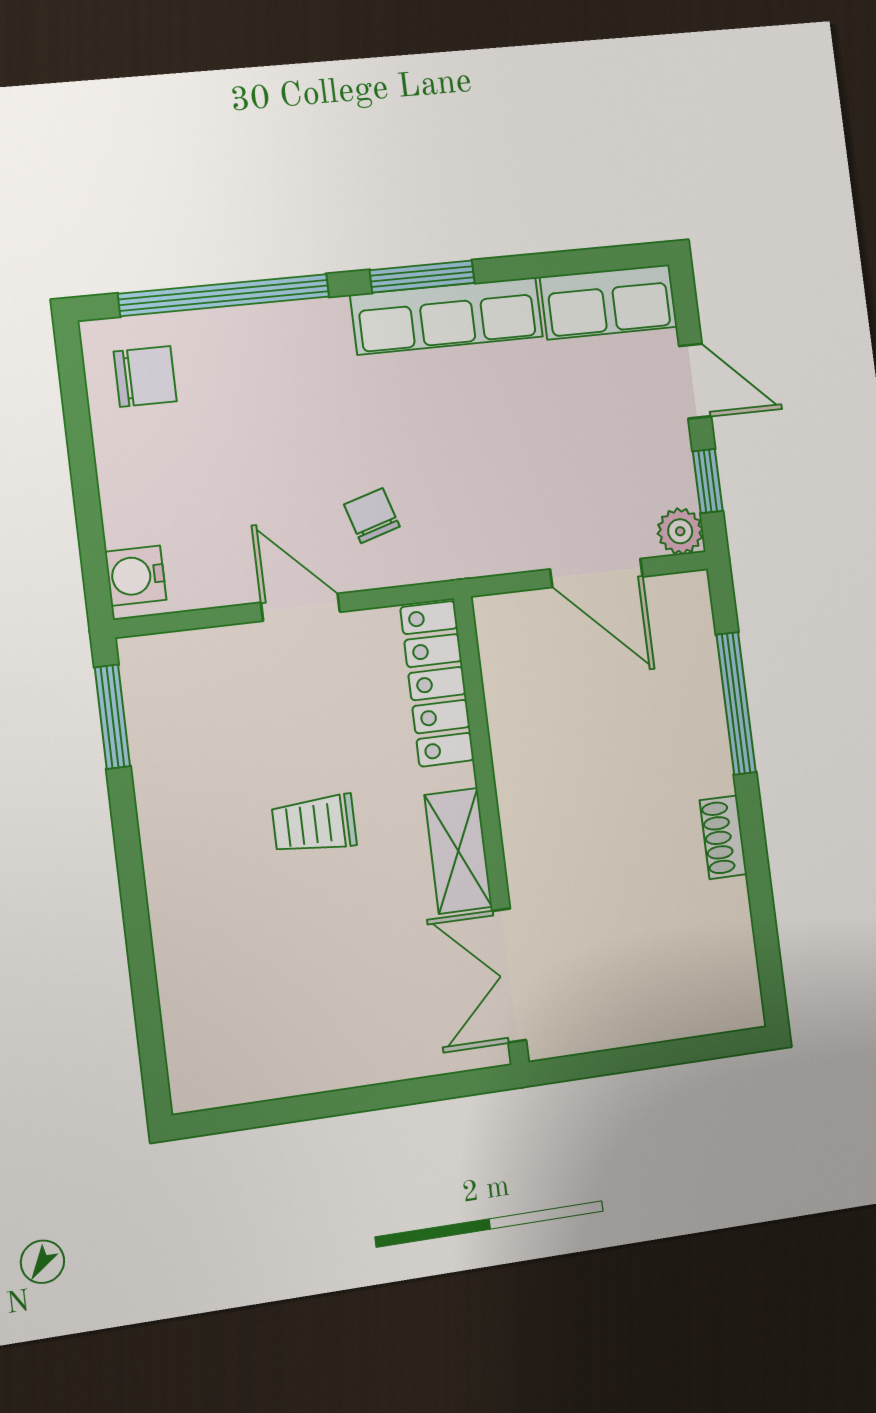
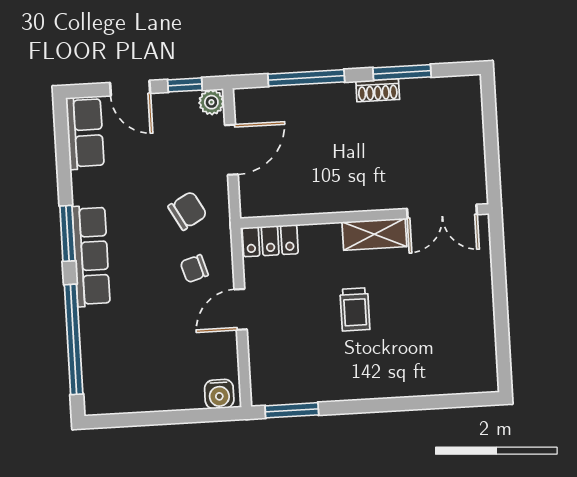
row of seats: (447, 316) -> (91, 256), moved
chair: (145, 376) -> (188, 211), moved, turned 61
door: (695, 381) -> (130, 88), swing flipped
locker: (437, 684) -> (270, 241), width x0.66
window: (759, 880) -> (402, 72), added

